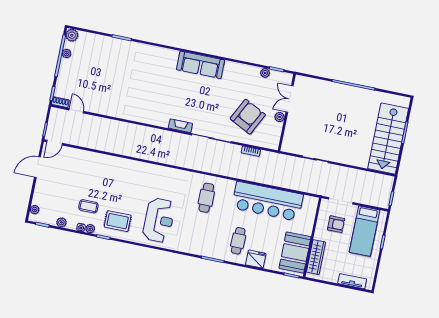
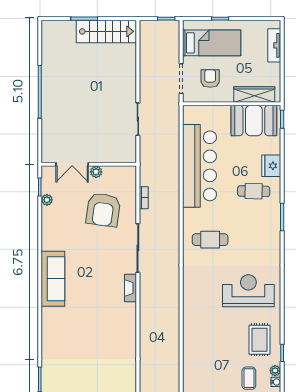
armchair: (248, 117) -> (103, 210), turned -109
stairs: (388, 139) -> (106, 31), width x0.73, depth x0.66

